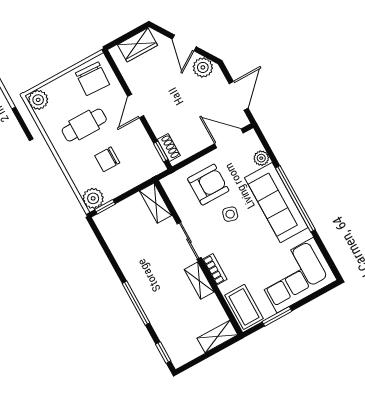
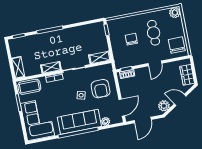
chair: (92, 79) -> (177, 45), turned 87
door: (239, 96) -> (143, 120), hinge flipped
door: (136, 106) -> (155, 63), swing flipped
plant: (93, 198) -> (113, 25), removed

